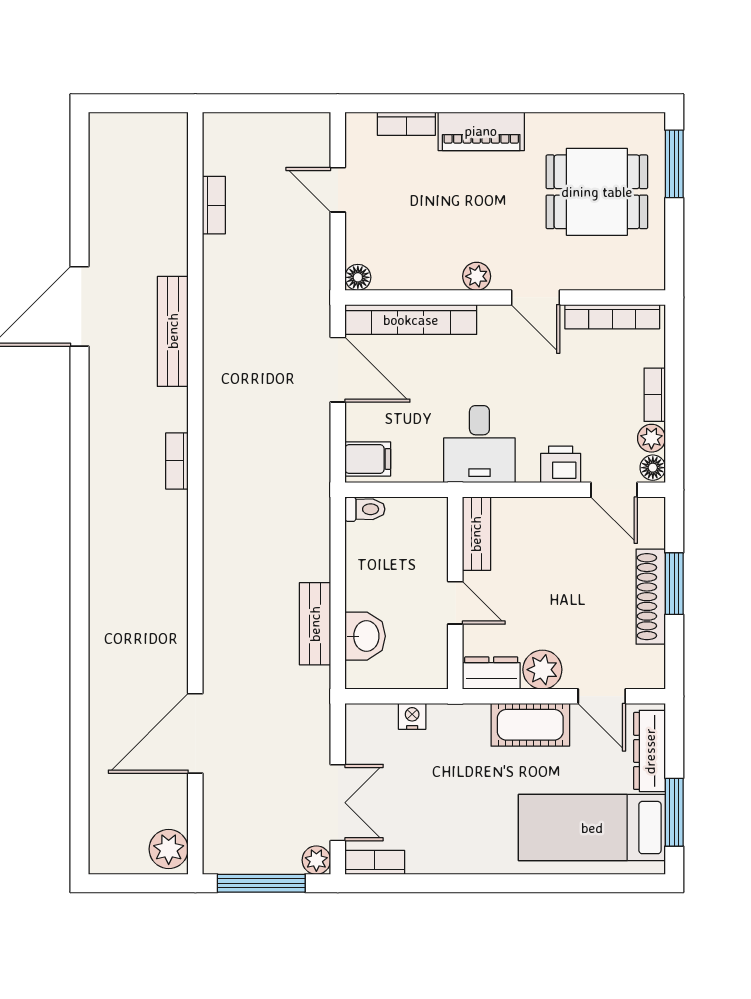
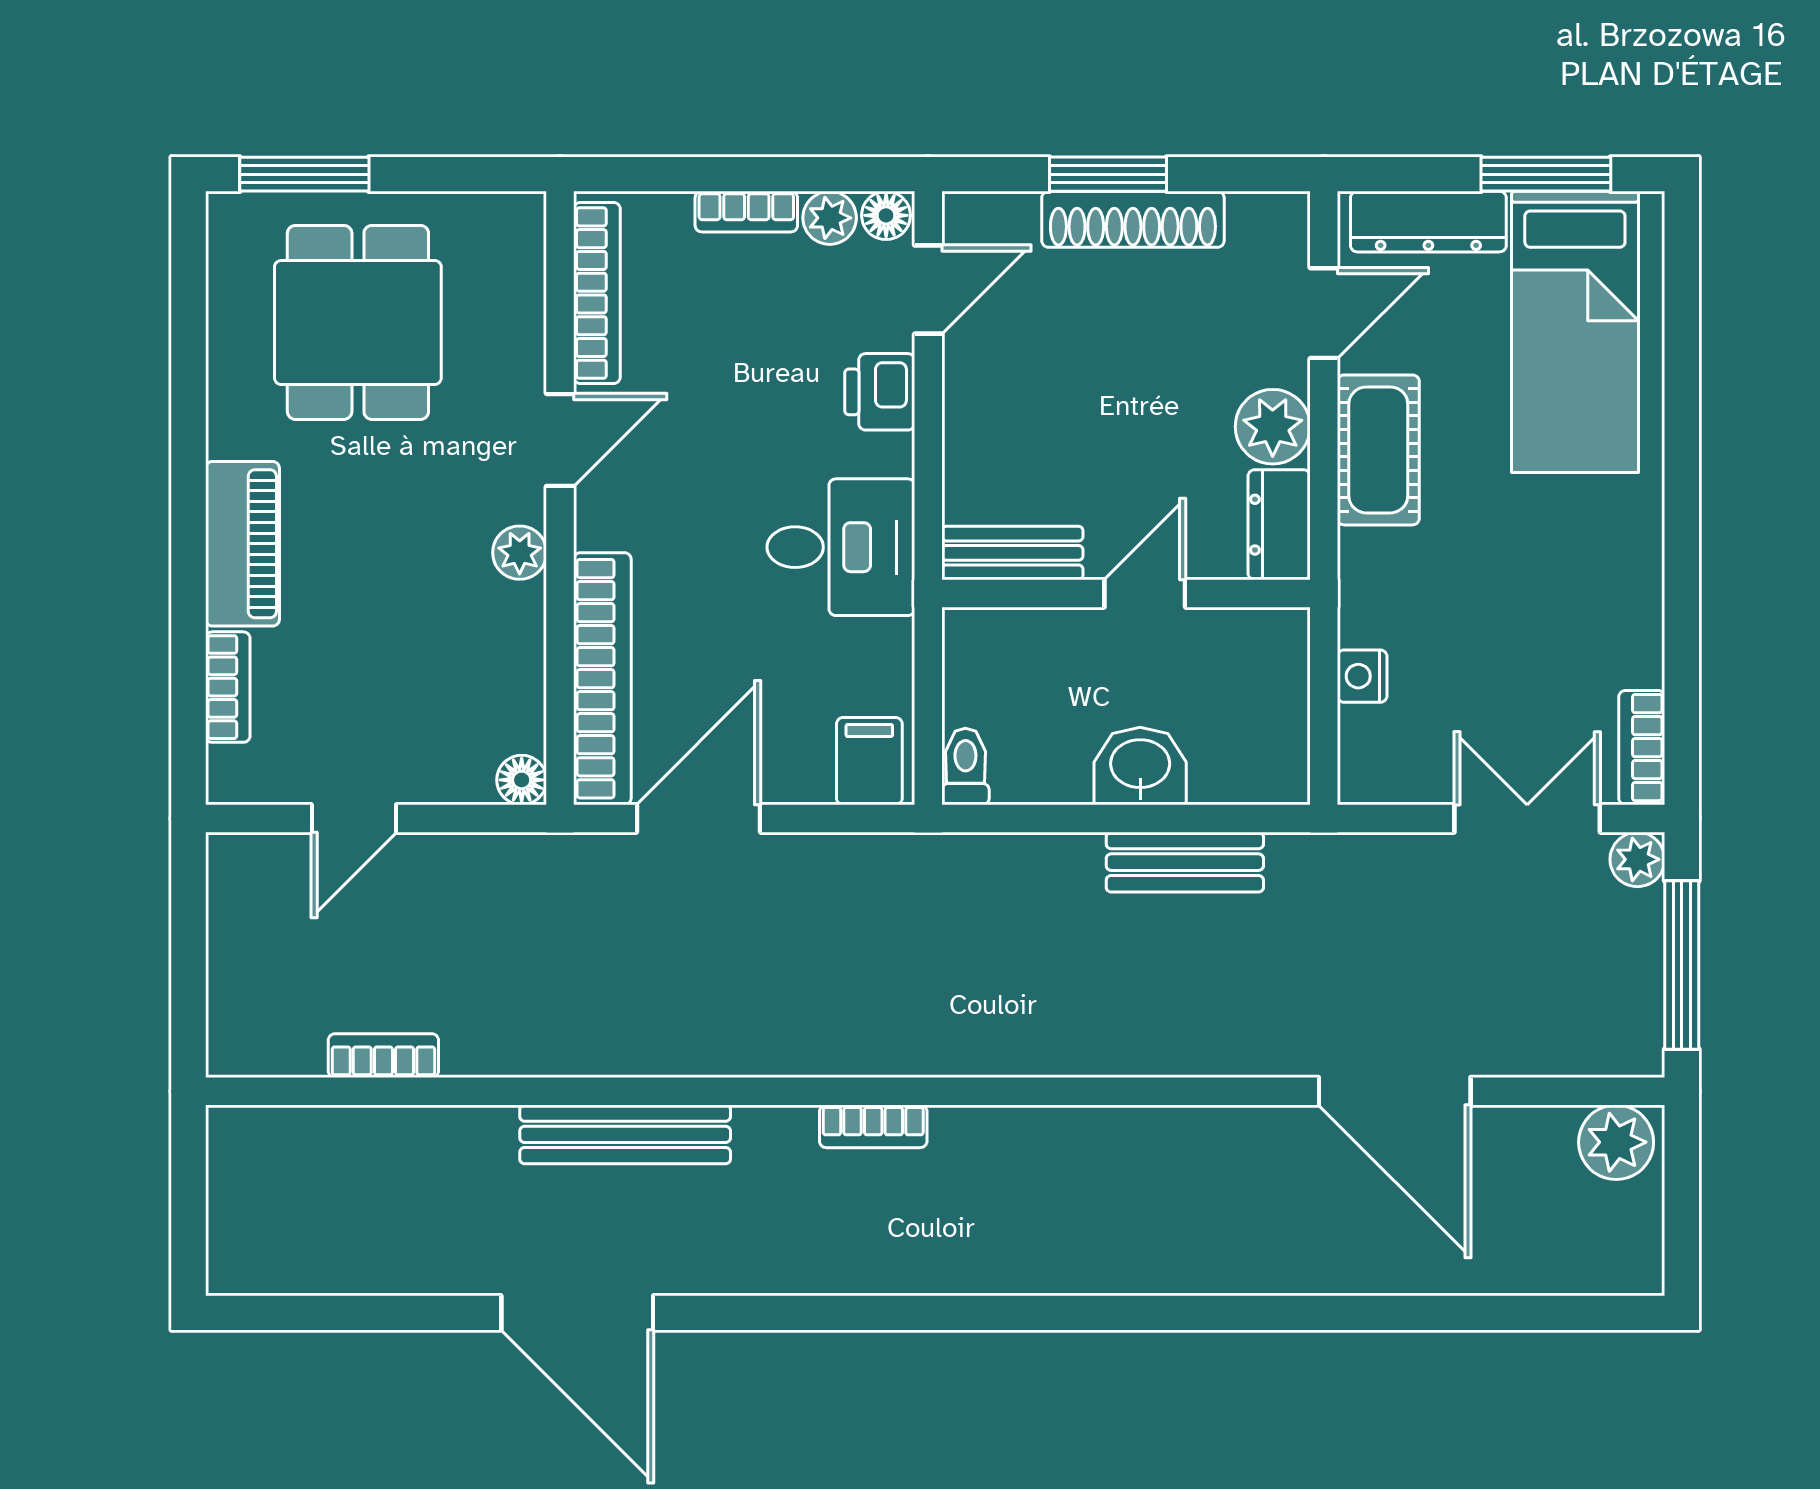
washbasin: (365, 636) -> (1140, 766), moved

